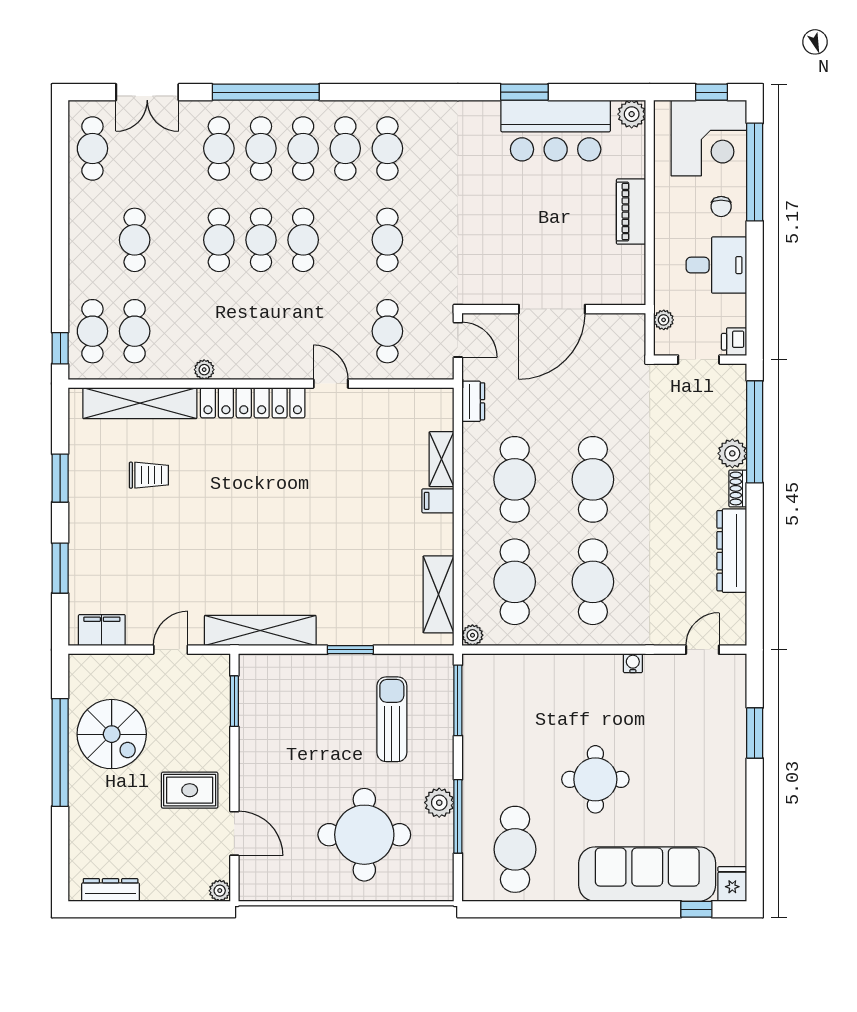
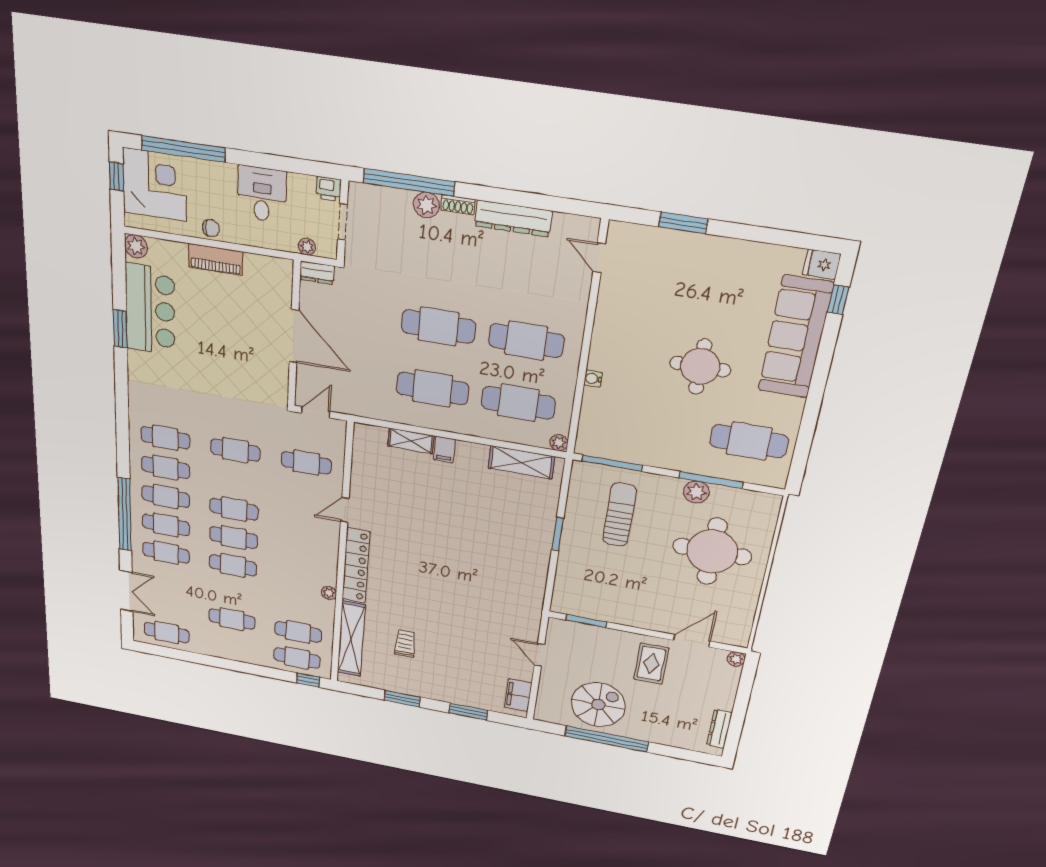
chair: (721, 206) -> (211, 228), moved
dresser: (473, 401) -> (317, 273), moved, turned 180
shelving: (260, 631) -> (533, 593), removed
water cooler: (633, 663) -> (593, 379), moved
sun lounger: (392, 719) -> (620, 515), turned 90

